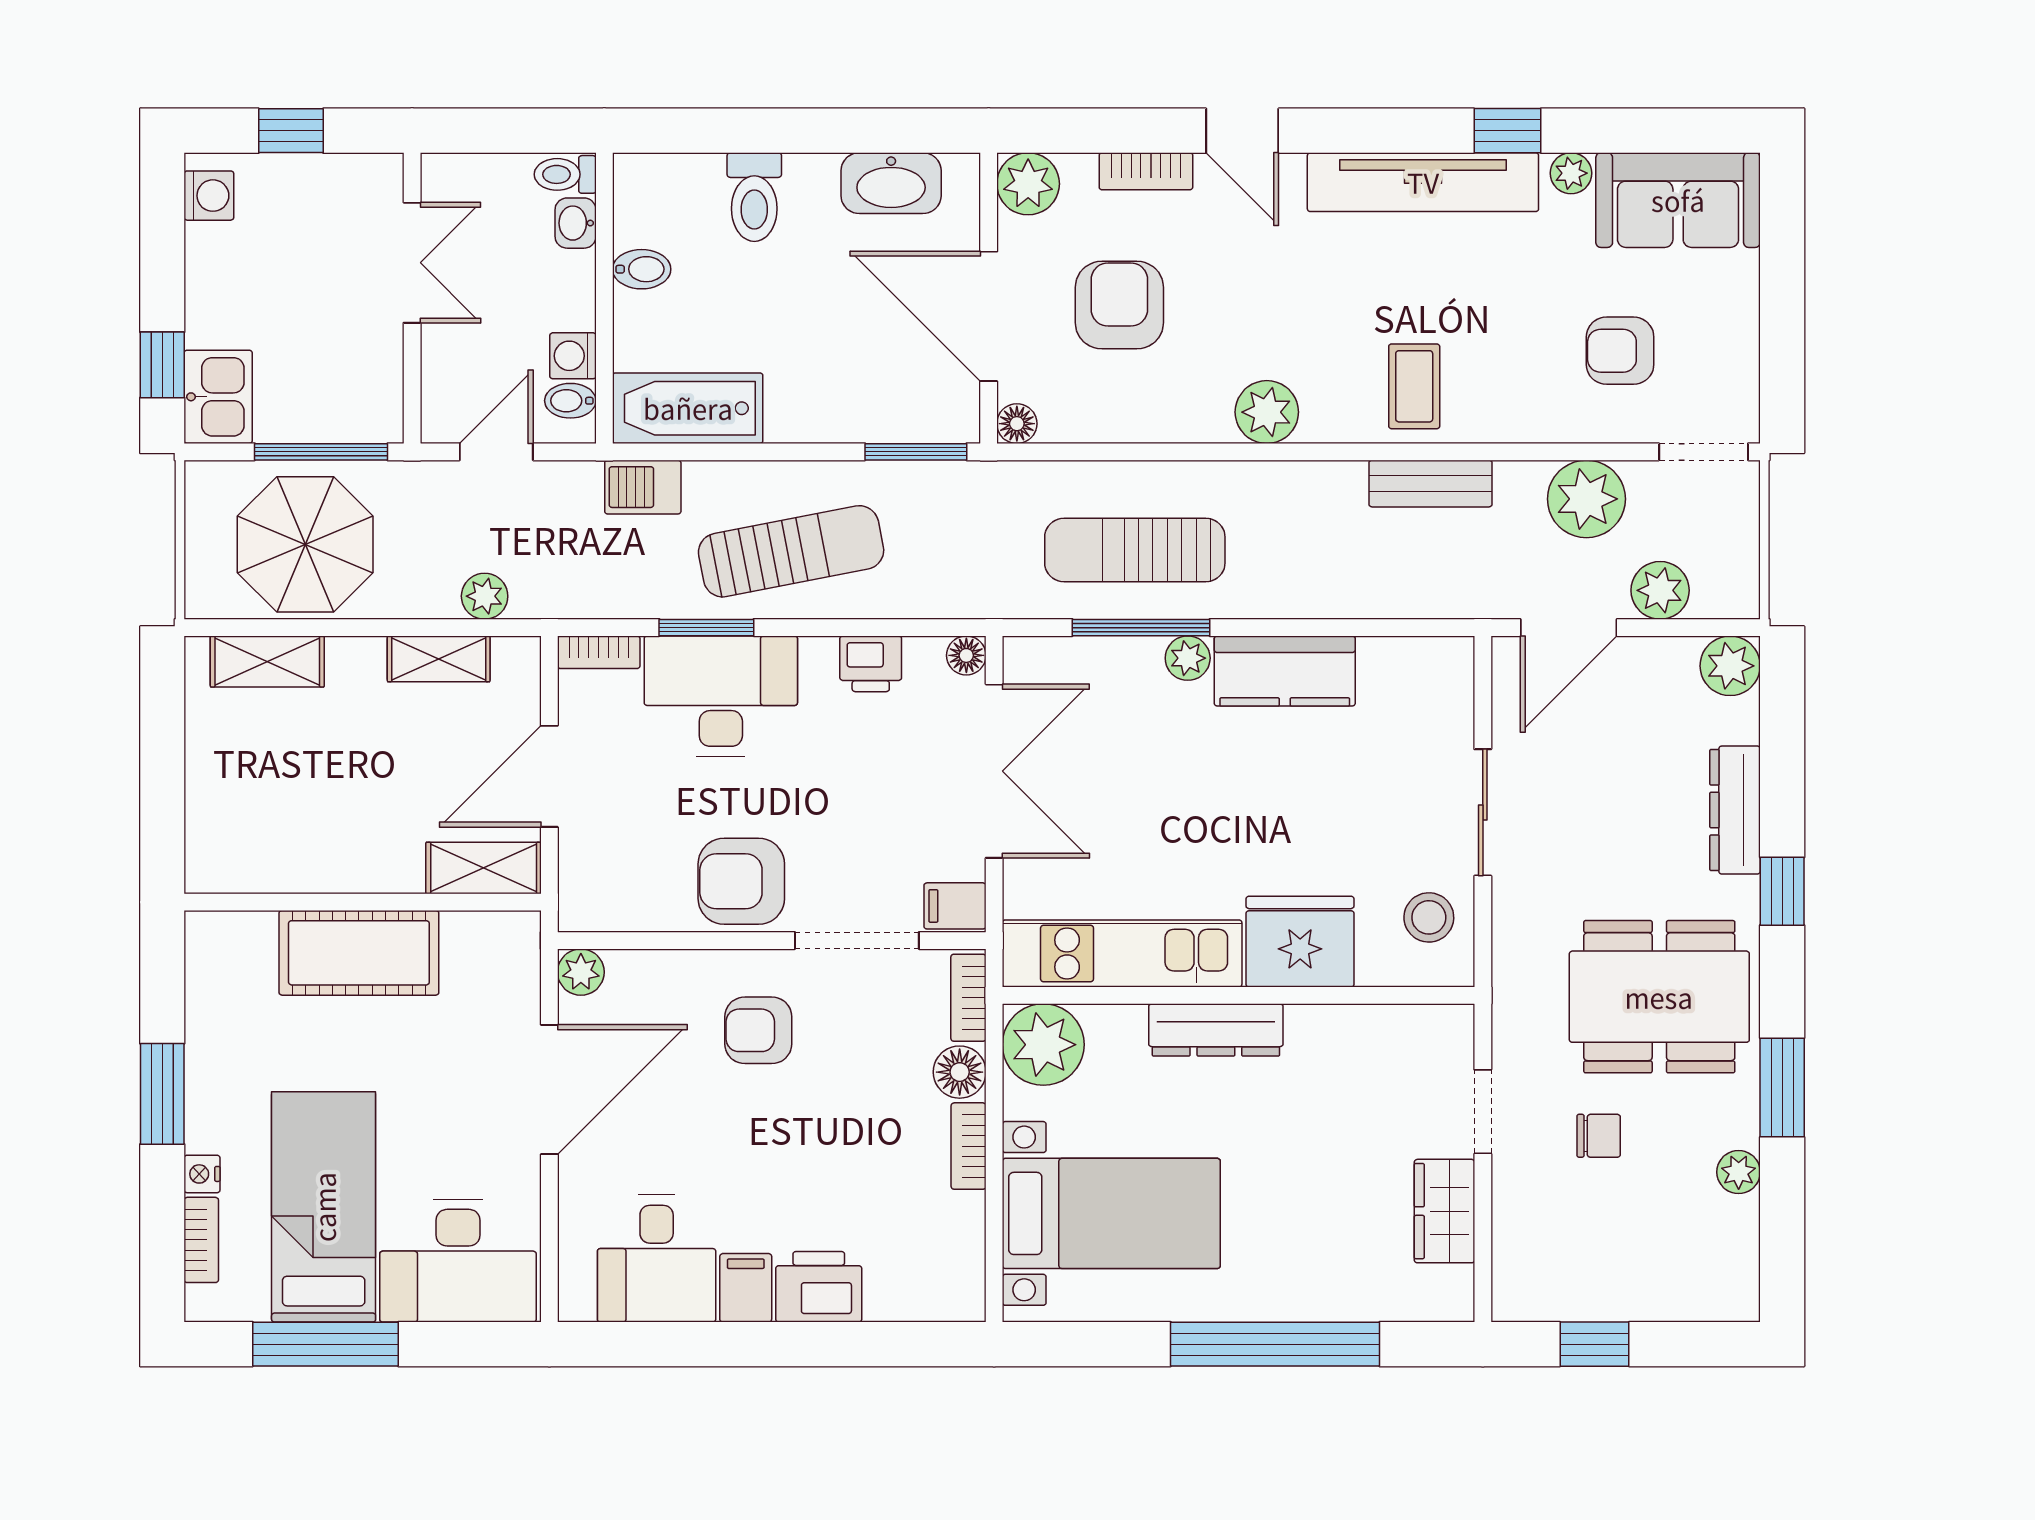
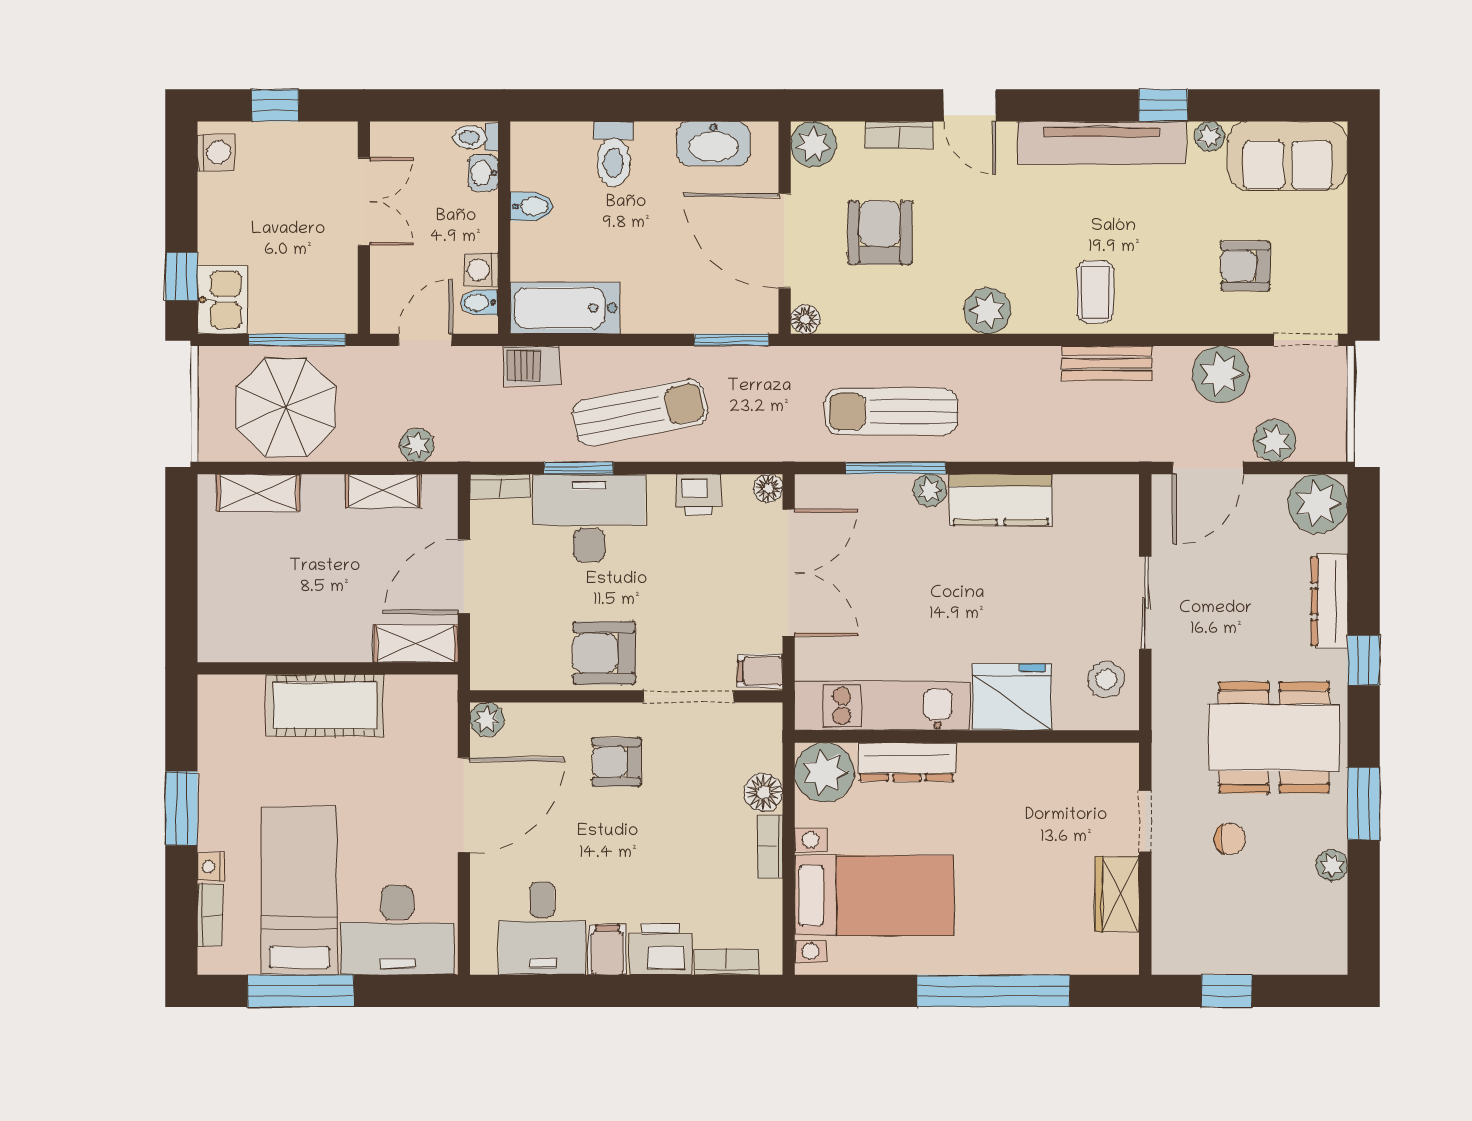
plant: (1730, 666) -> (1318, 504), width x1.36, depth x1.36
bookcase: (968, 998) -> (727, 962), moved, turned 90
dresser: (1216, 1030) -> (906, 762), moved

